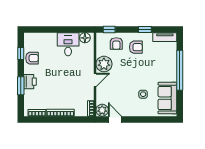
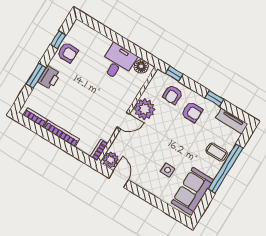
coffee table: (167, 63) -> (216, 152), added

